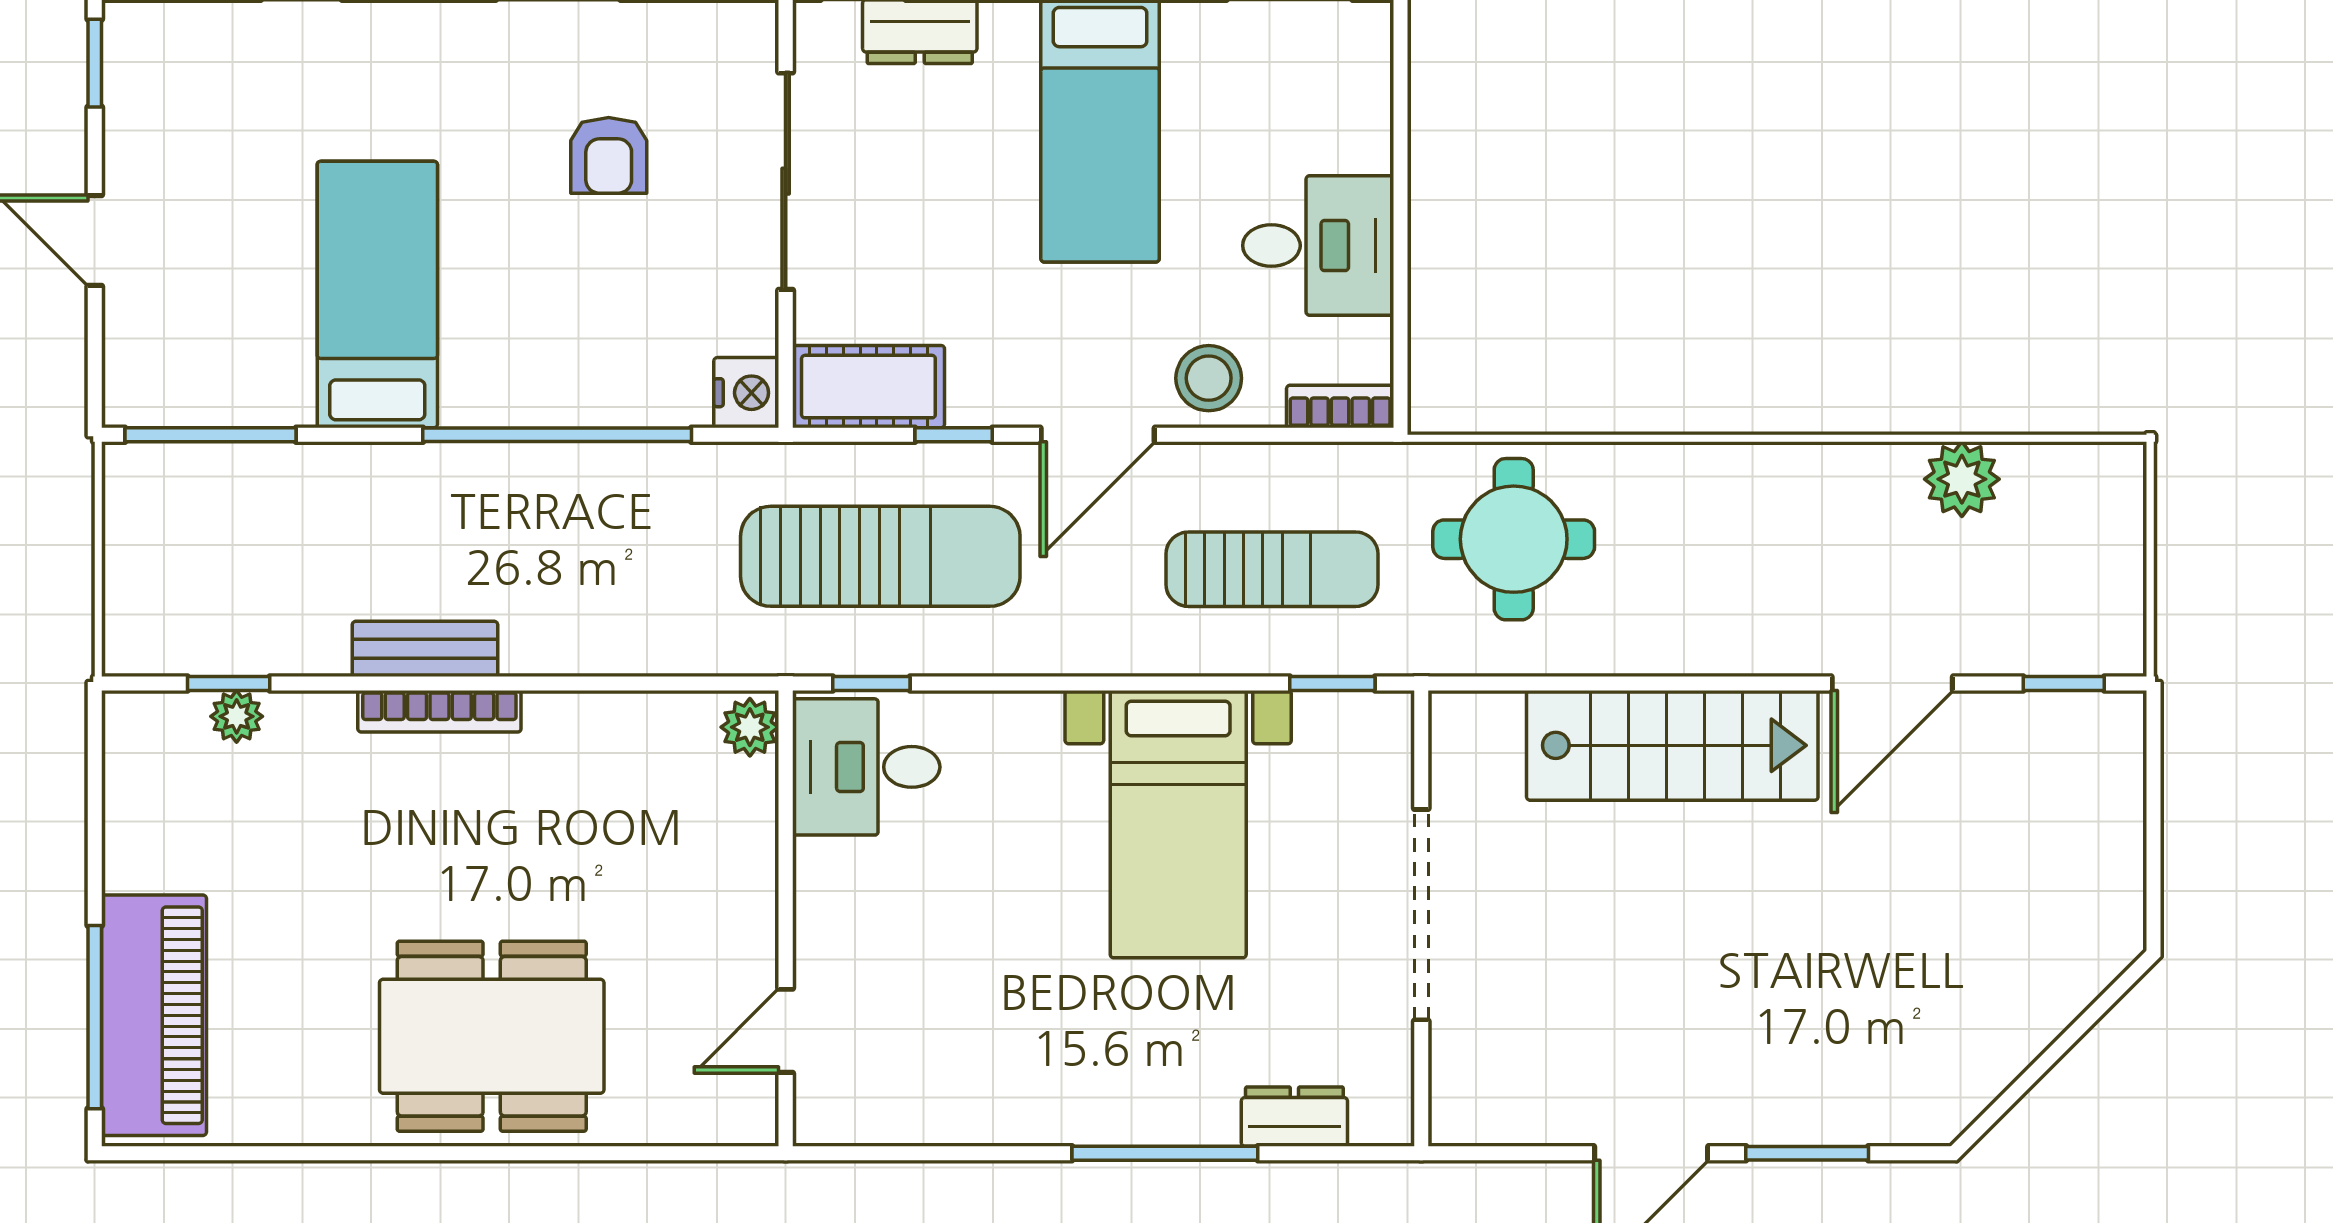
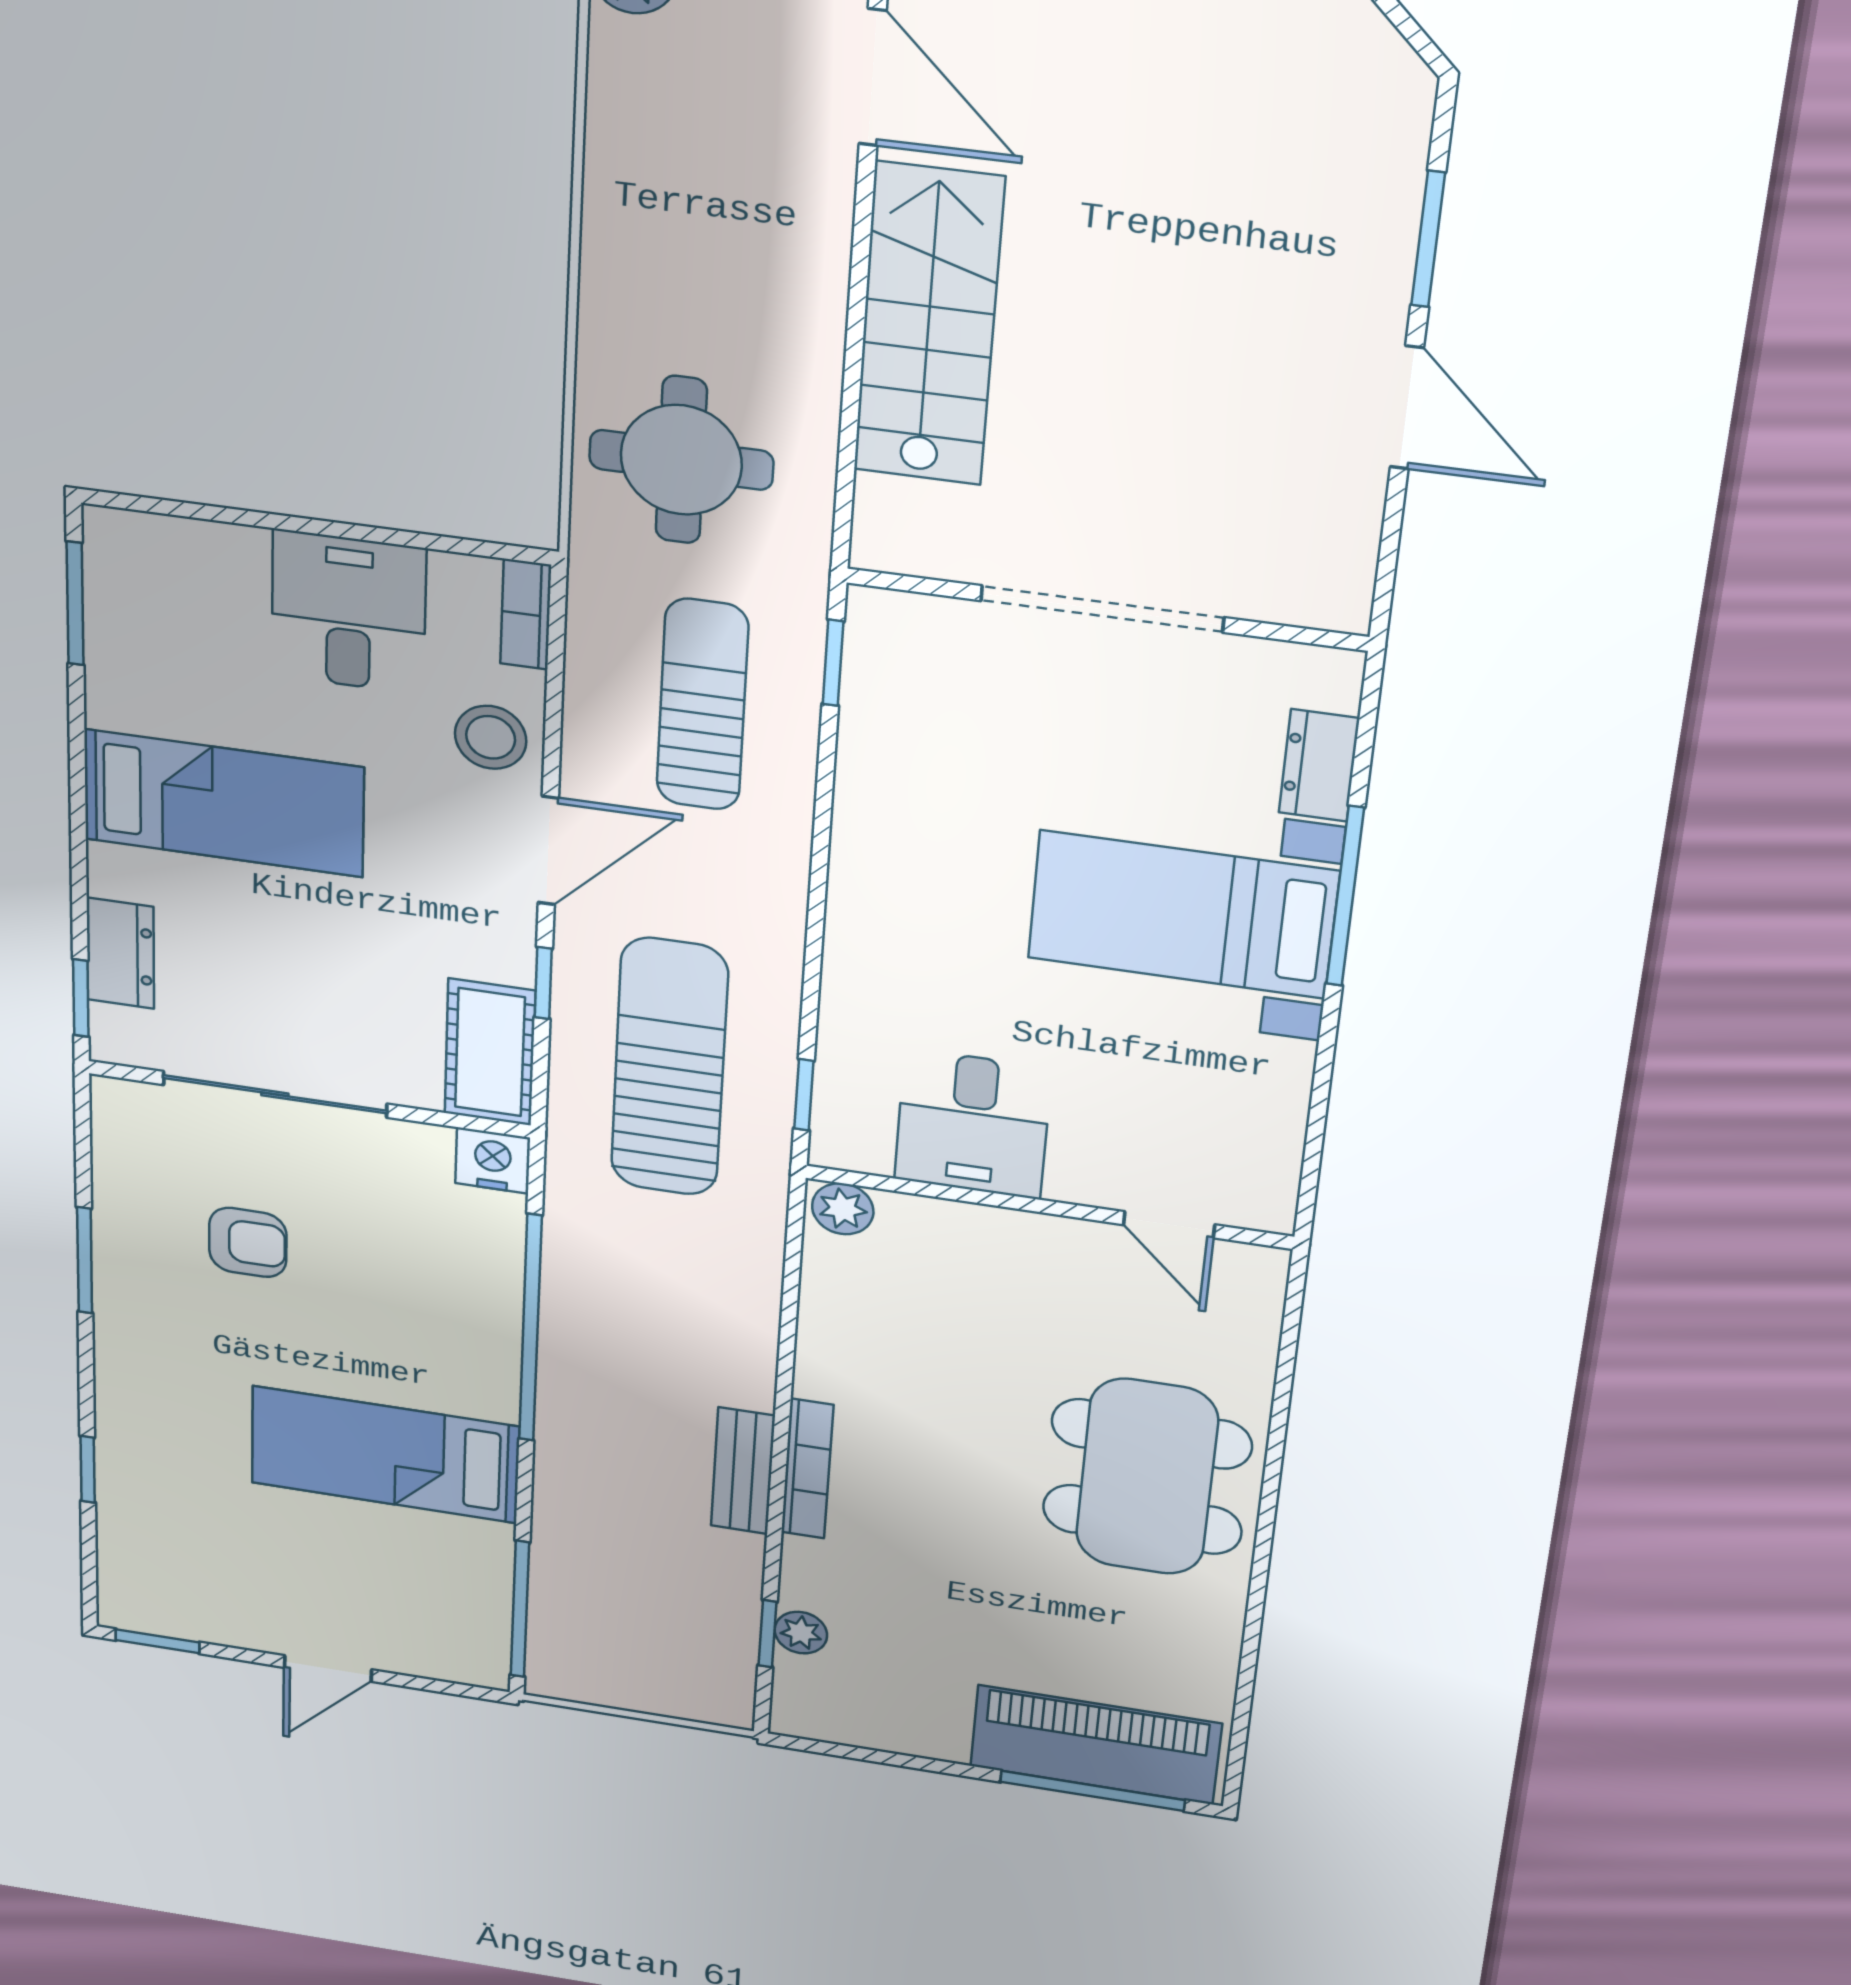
door: (1098, 435) -> (548, 851), hinge flipped
desk: (866, 767) -> (973, 1124), moved
bed with nightstands: (1178, 824) -> (1183, 914), moved, turned 180

